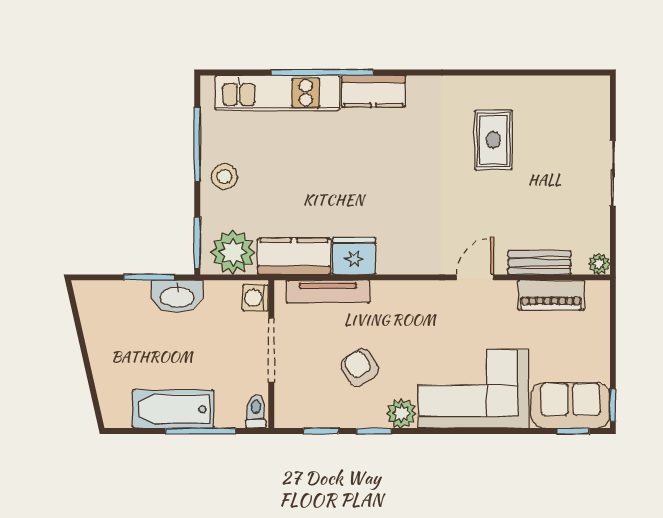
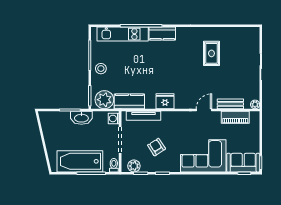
fridge: (354, 256) -> (165, 101), moved
bathtub: (173, 409) -> (80, 161), width x1.36, depth x1.36
plant: (401, 413) -> (134, 166), moved

